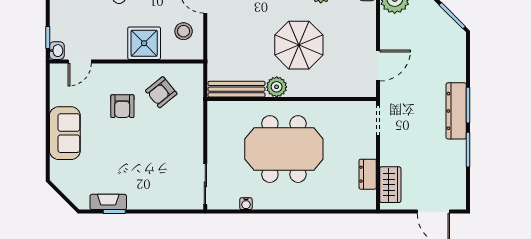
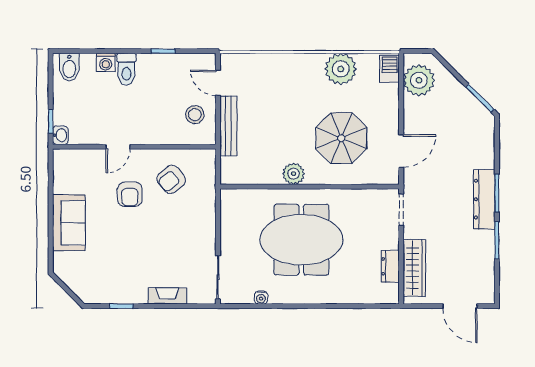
shower: (144, 43) -> (153, 127), removed
parasol: (299, 45) -> (341, 138), moved
door: (80, 61) -> (118, 147), moved
bench: (236, 89) -> (228, 126), moved, turned 90
wardrobe: (390, 185) -> (414, 268), width x1.50
fireplace: (108, 202) -> (168, 296), moved

